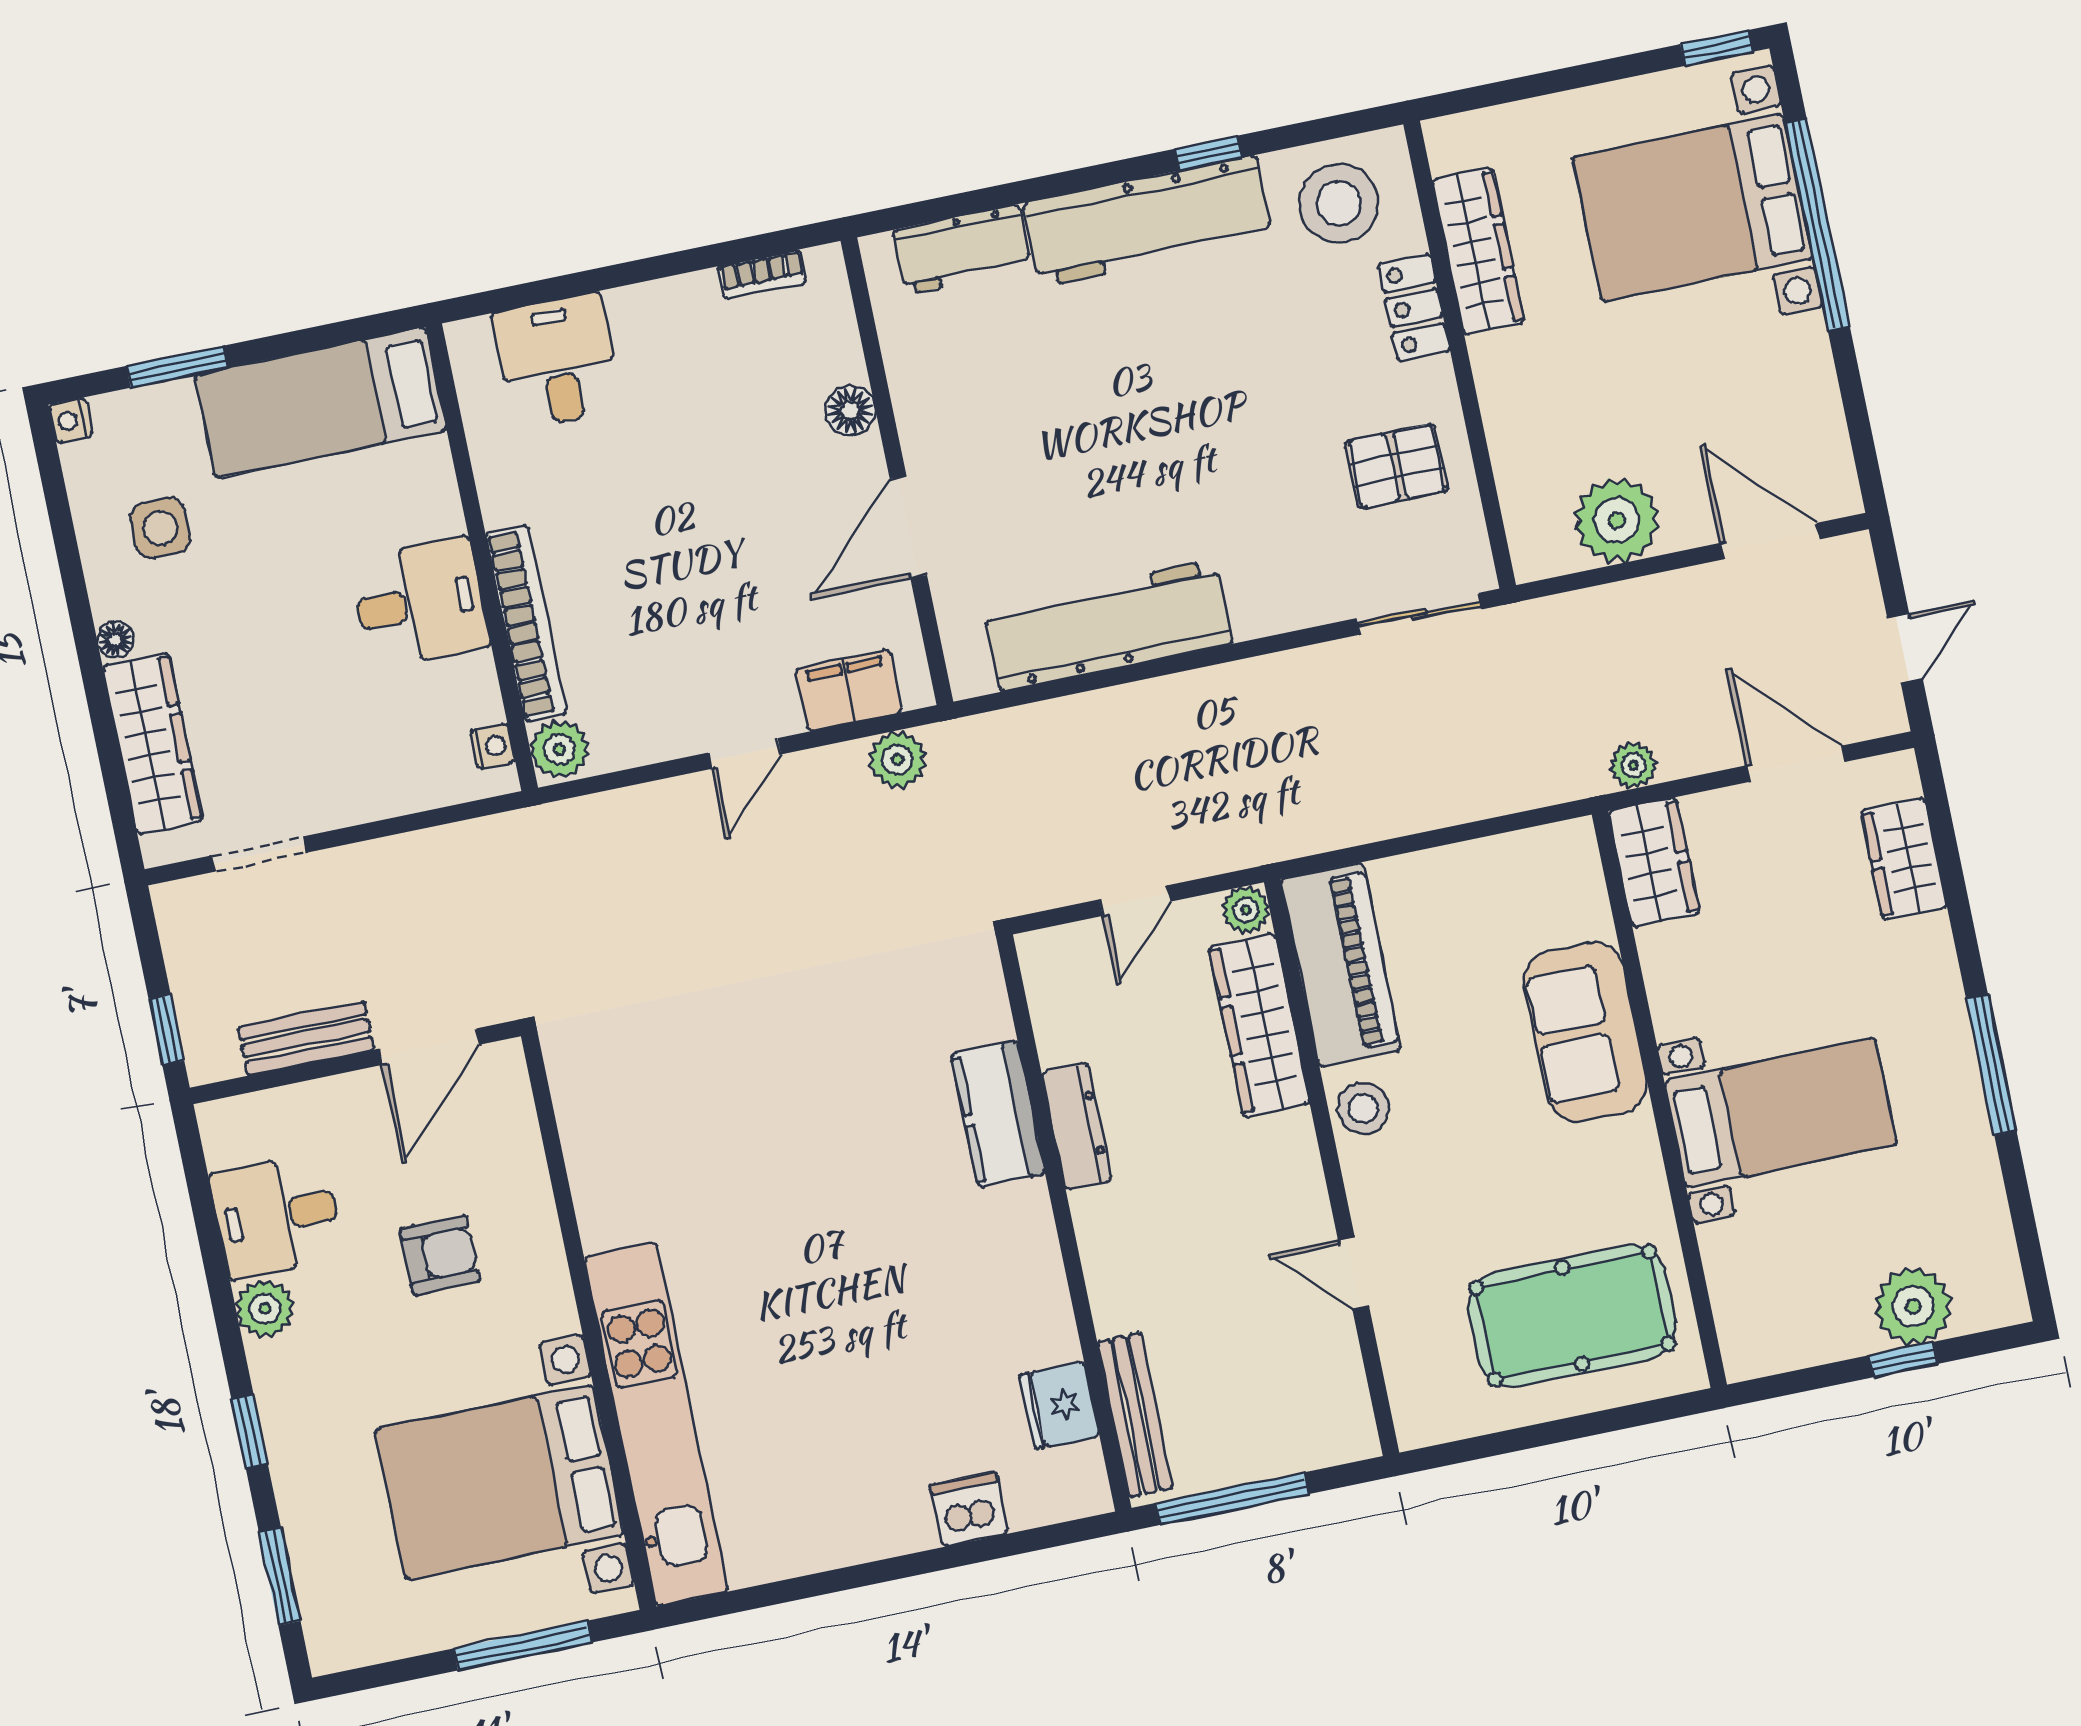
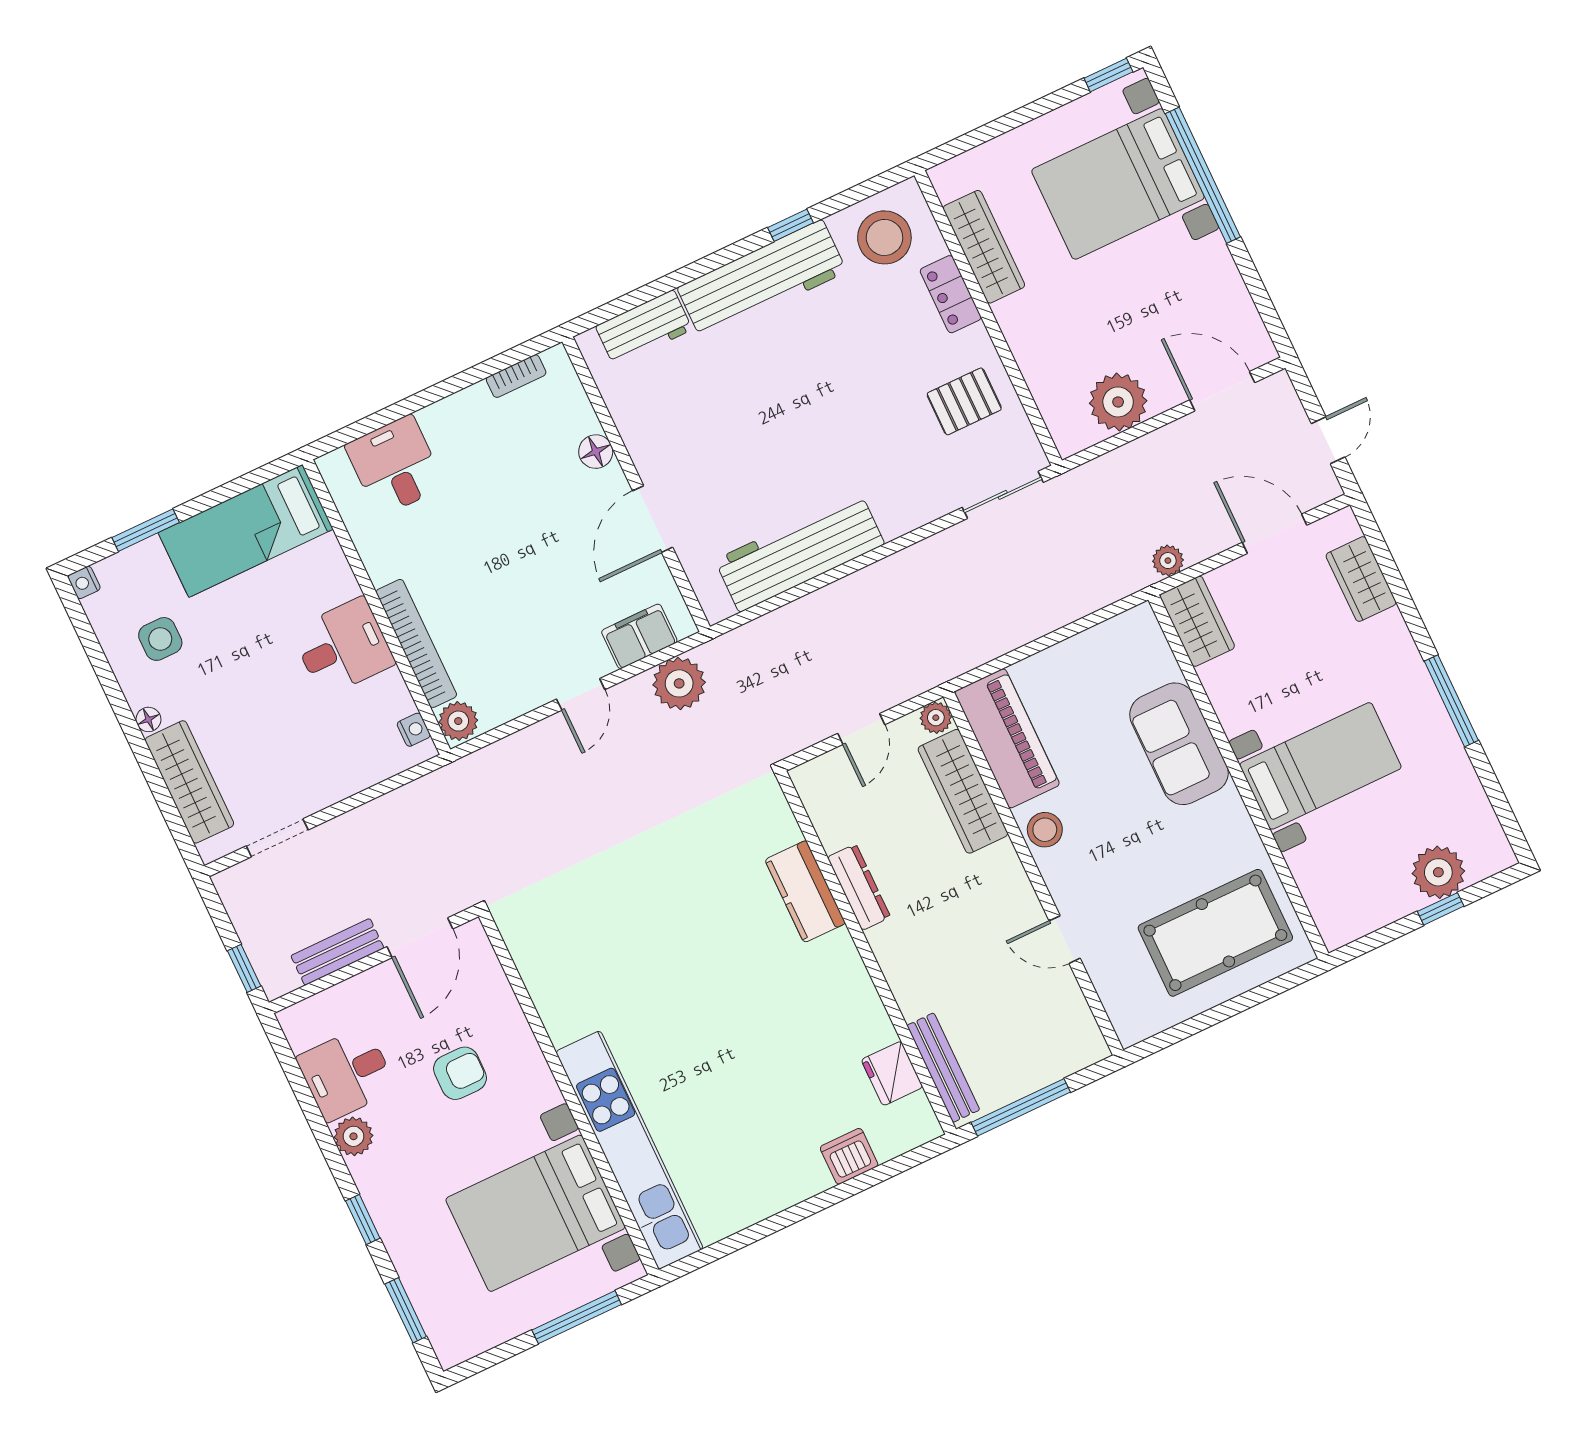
plant: (897, 760) -> (679, 683), width x1.36, depth x1.36

